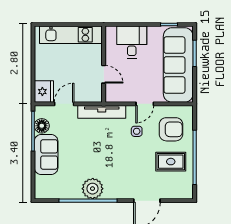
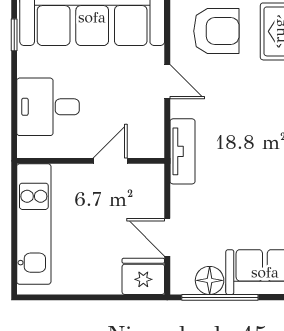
tv unit: (102, 112) -> (183, 151), width x0.71
armchair: (171, 129) -> (216, 31), turned 90
side table: (137, 131) -> (220, 97), removed

